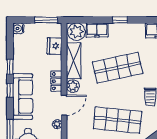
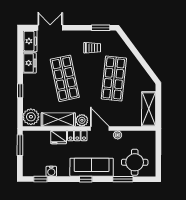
window: (120, 20) -> (20, 91), moved
water cooler: (18, 28) -> (51, 171), moved
freezer: (97, 30) -> (29, 63), moved
fridge: (55, 46) -> (59, 137), moved
window: (10, 67) -> (40, 179), moved

